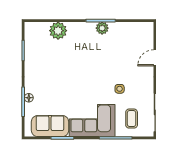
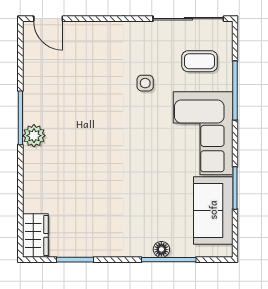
plant: (102, 28) -> (34, 136), moved
wardrobe: (36, 29) -> (35, 235), added
plant: (58, 31) -> (39, 196), removed
door: (155, 58) -> (48, 19), moved

